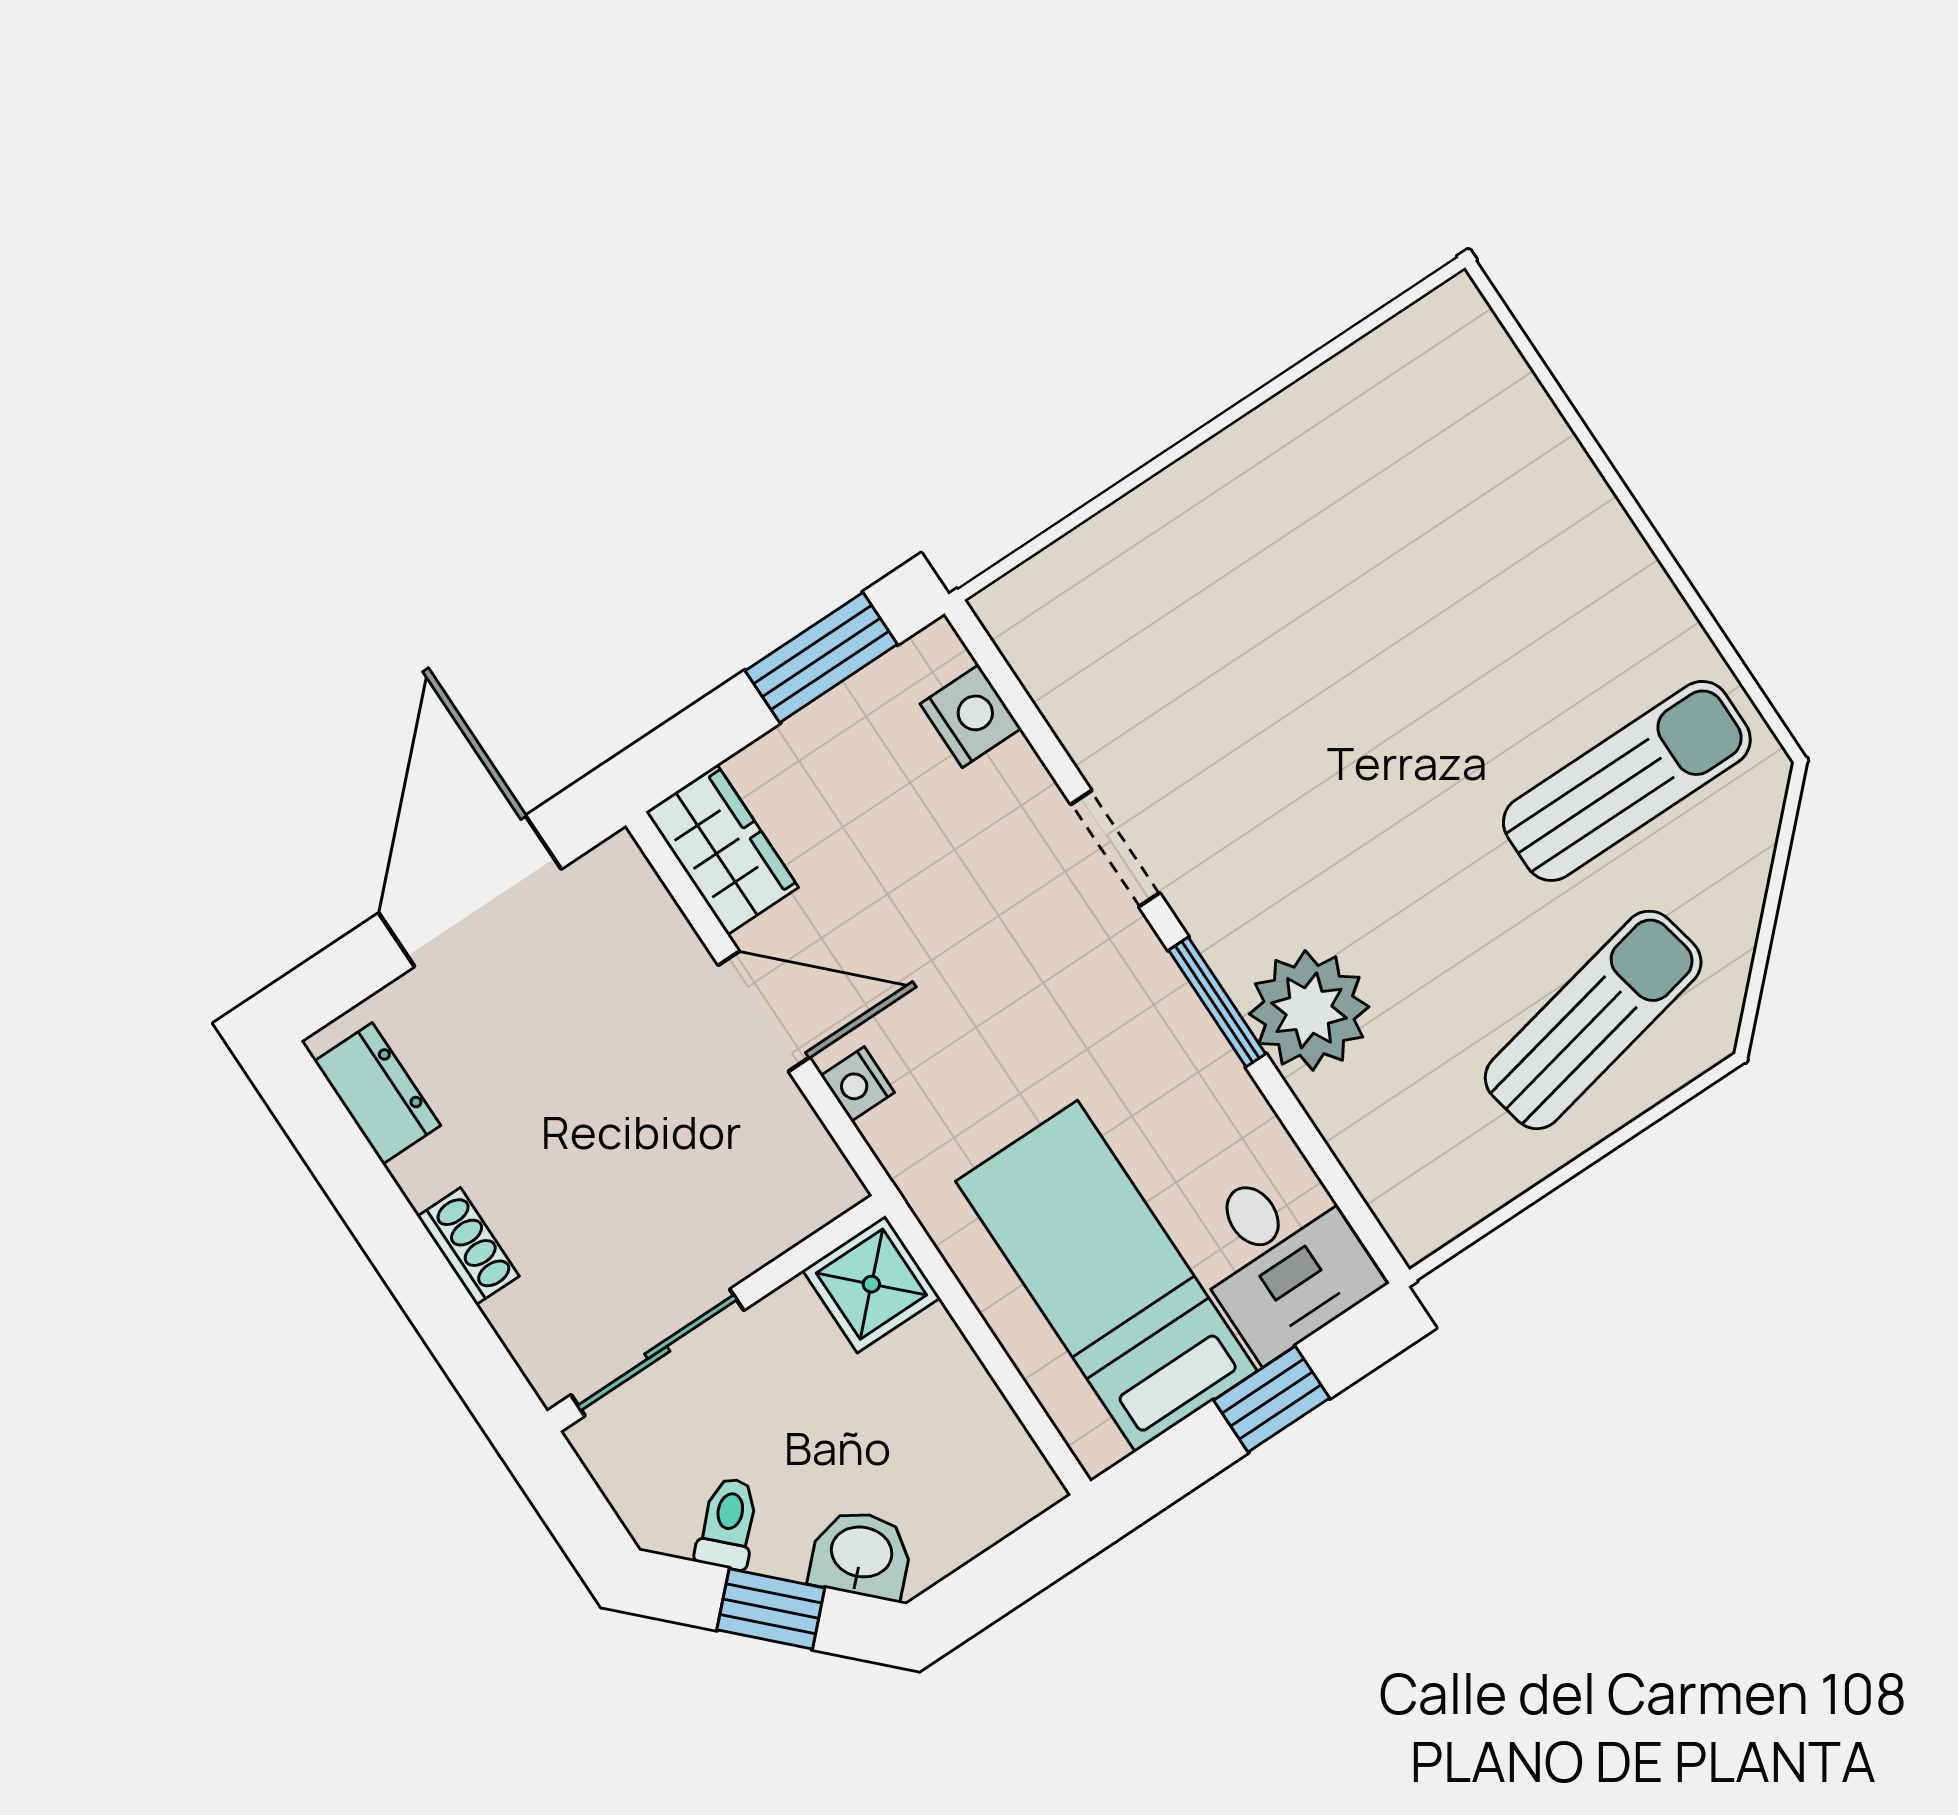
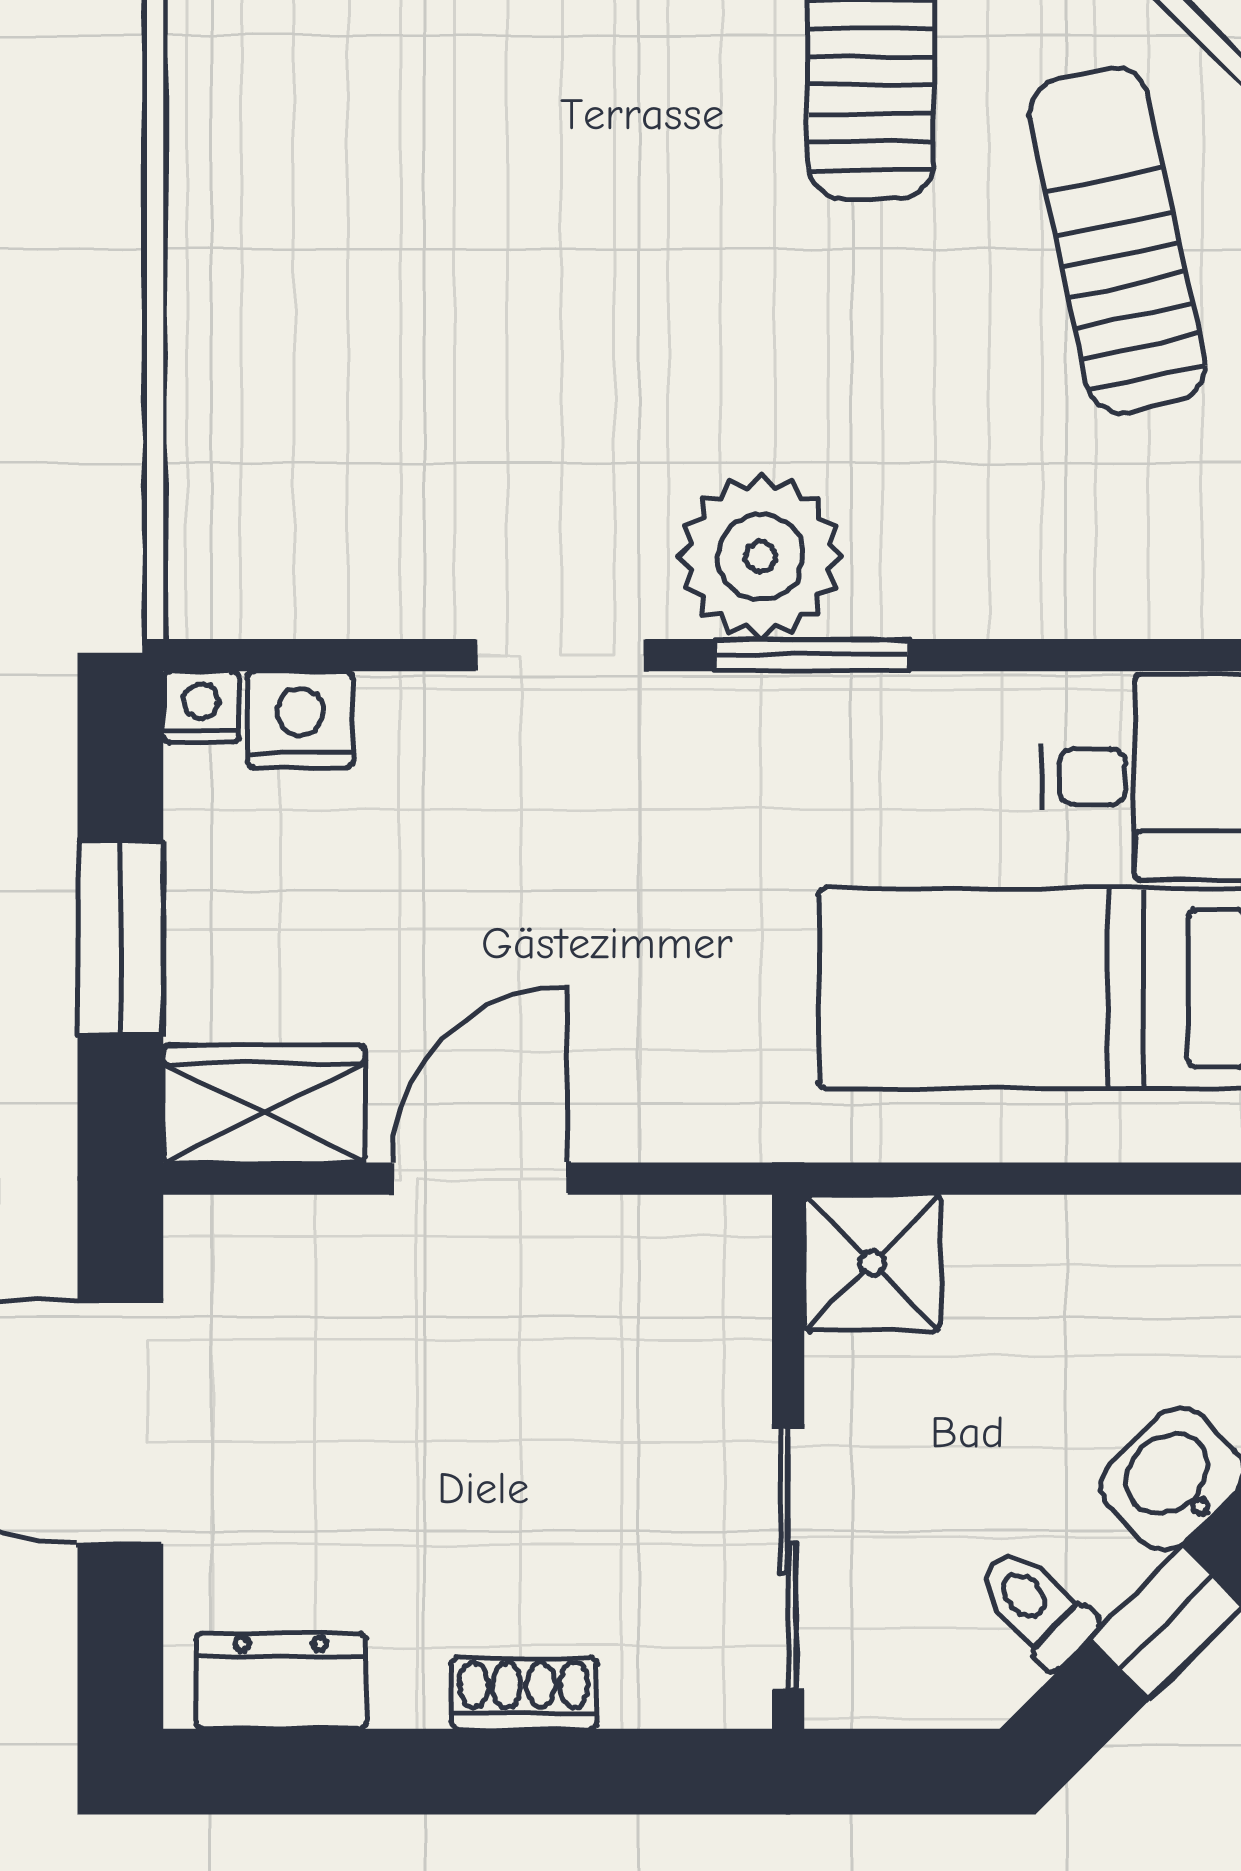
window: (821, 658) -> (120, 938), moved
plant: (1309, 1010) -> (761, 557), moved
nightstand: (858, 1084) -> (201, 707), moved, turned 180

